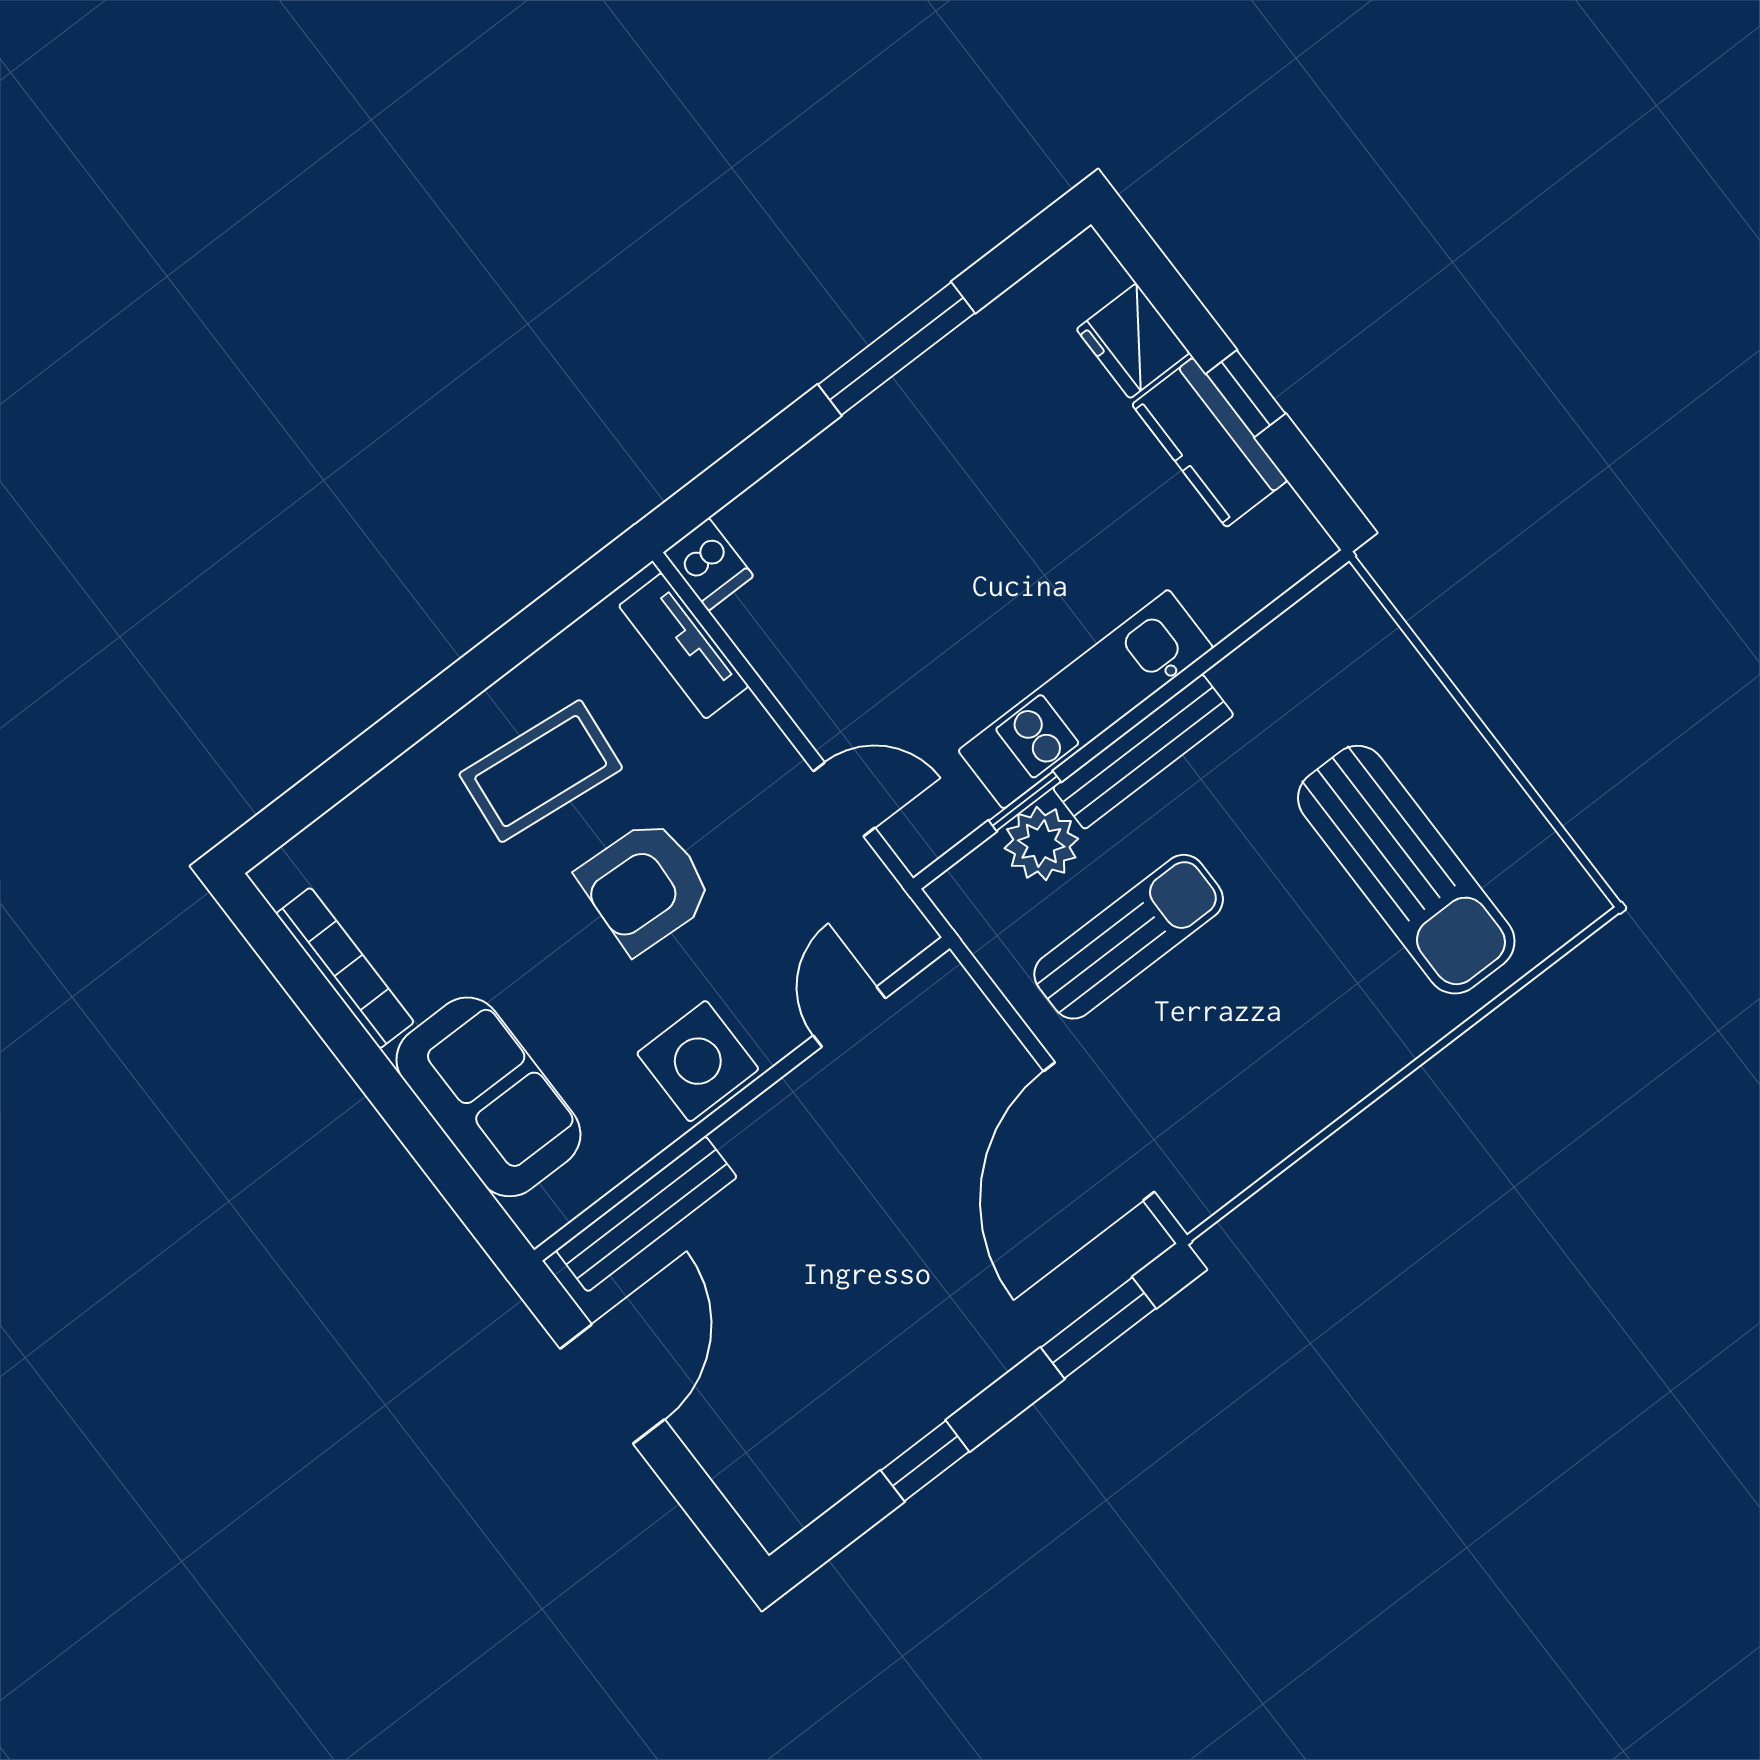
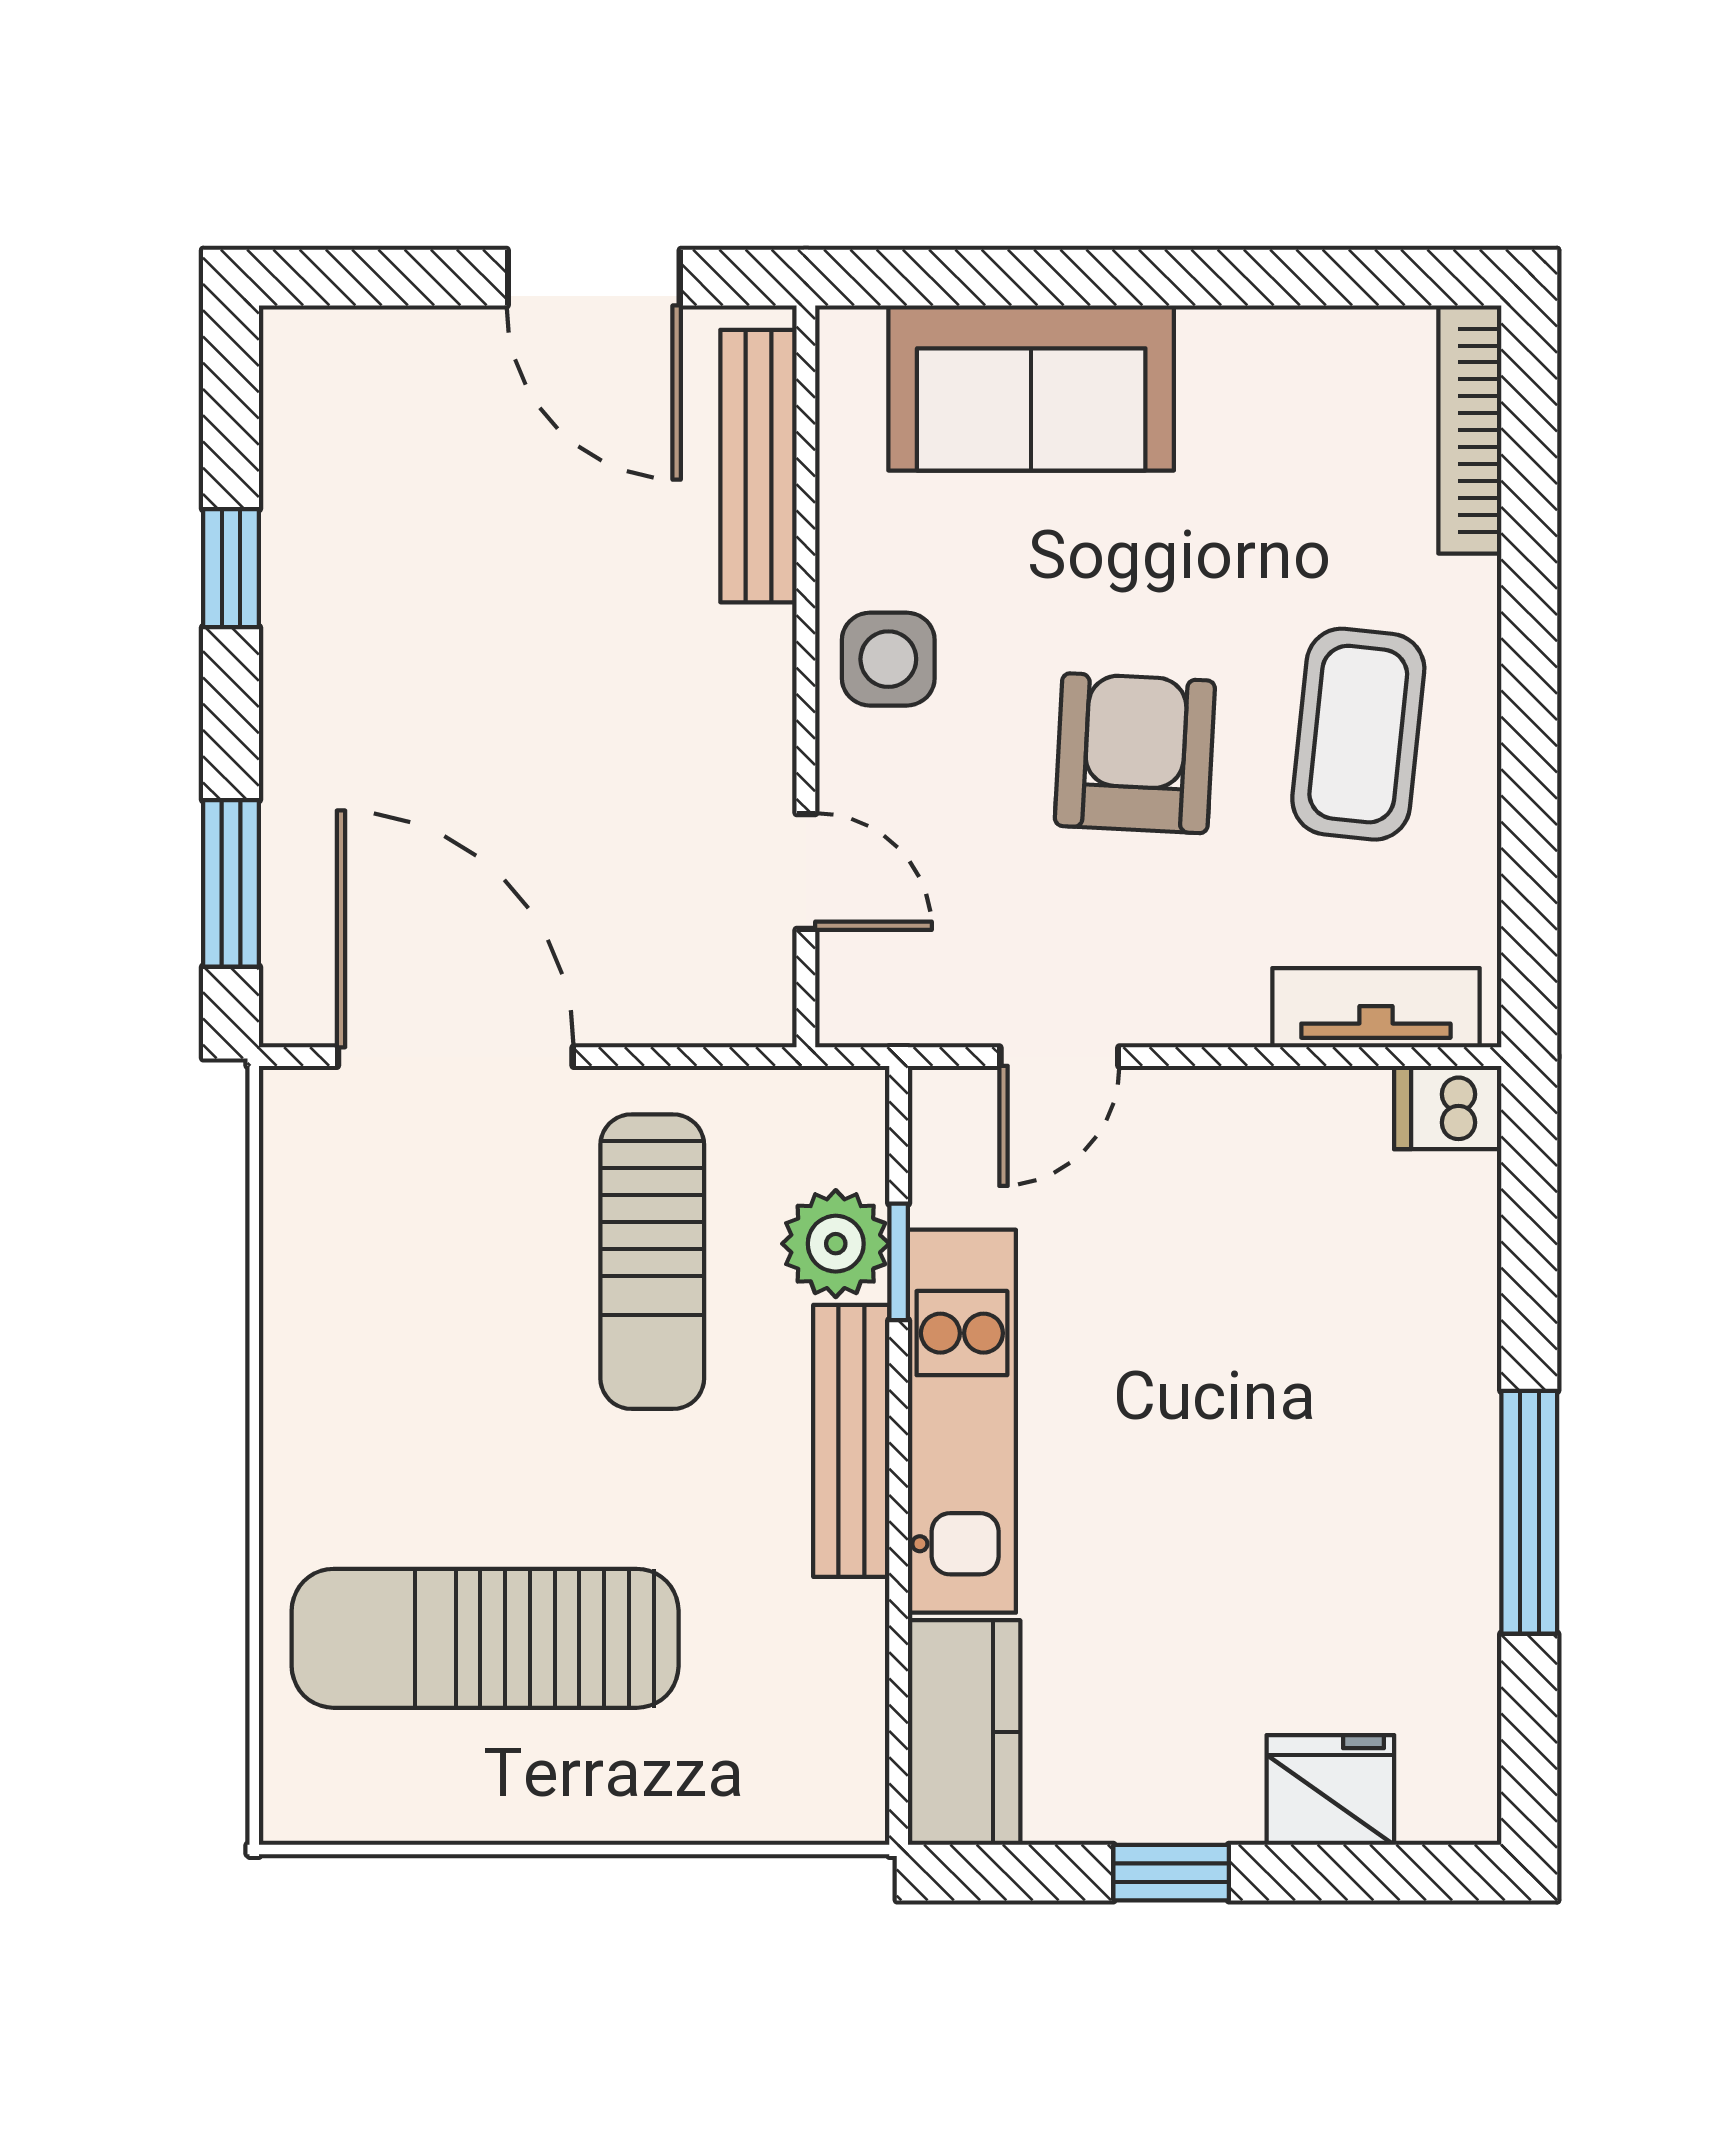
kitchen counter: (1210, 442) -> (964, 1732), moved, turned 90
bookcase: (345, 968) -> (1470, 430), moved, turned 90
side table: (698, 1061) -> (888, 659), width x0.73, depth x0.73

